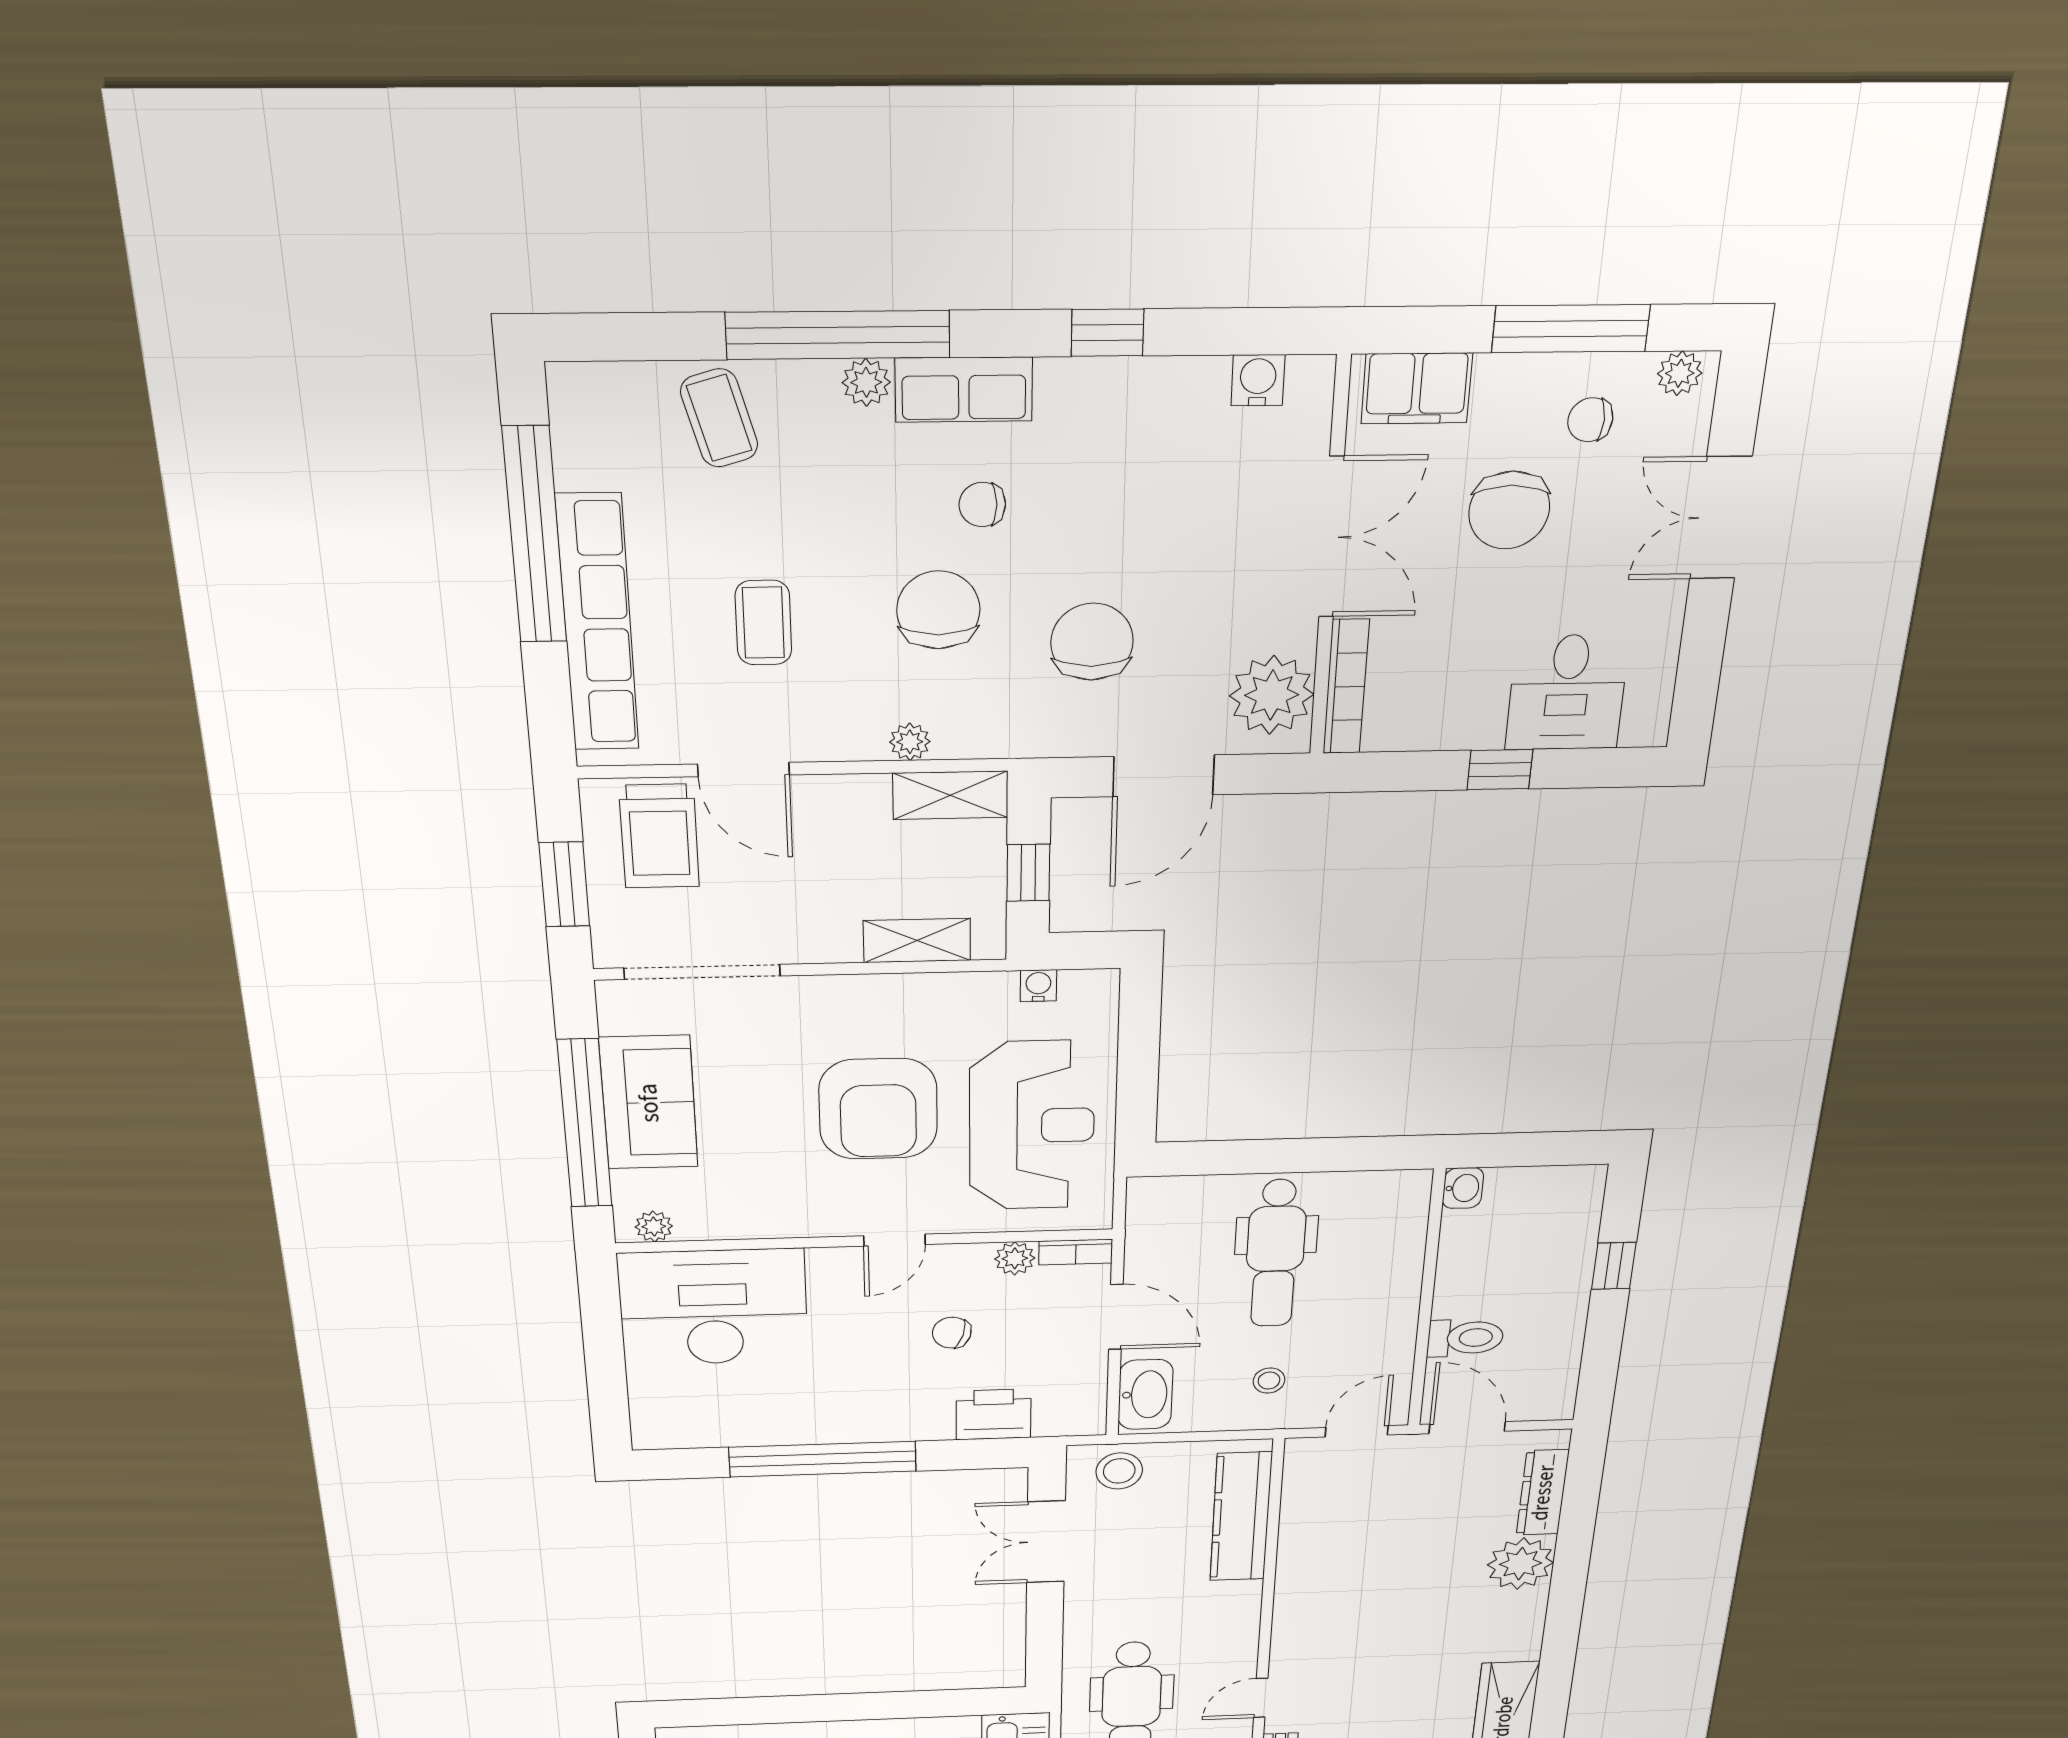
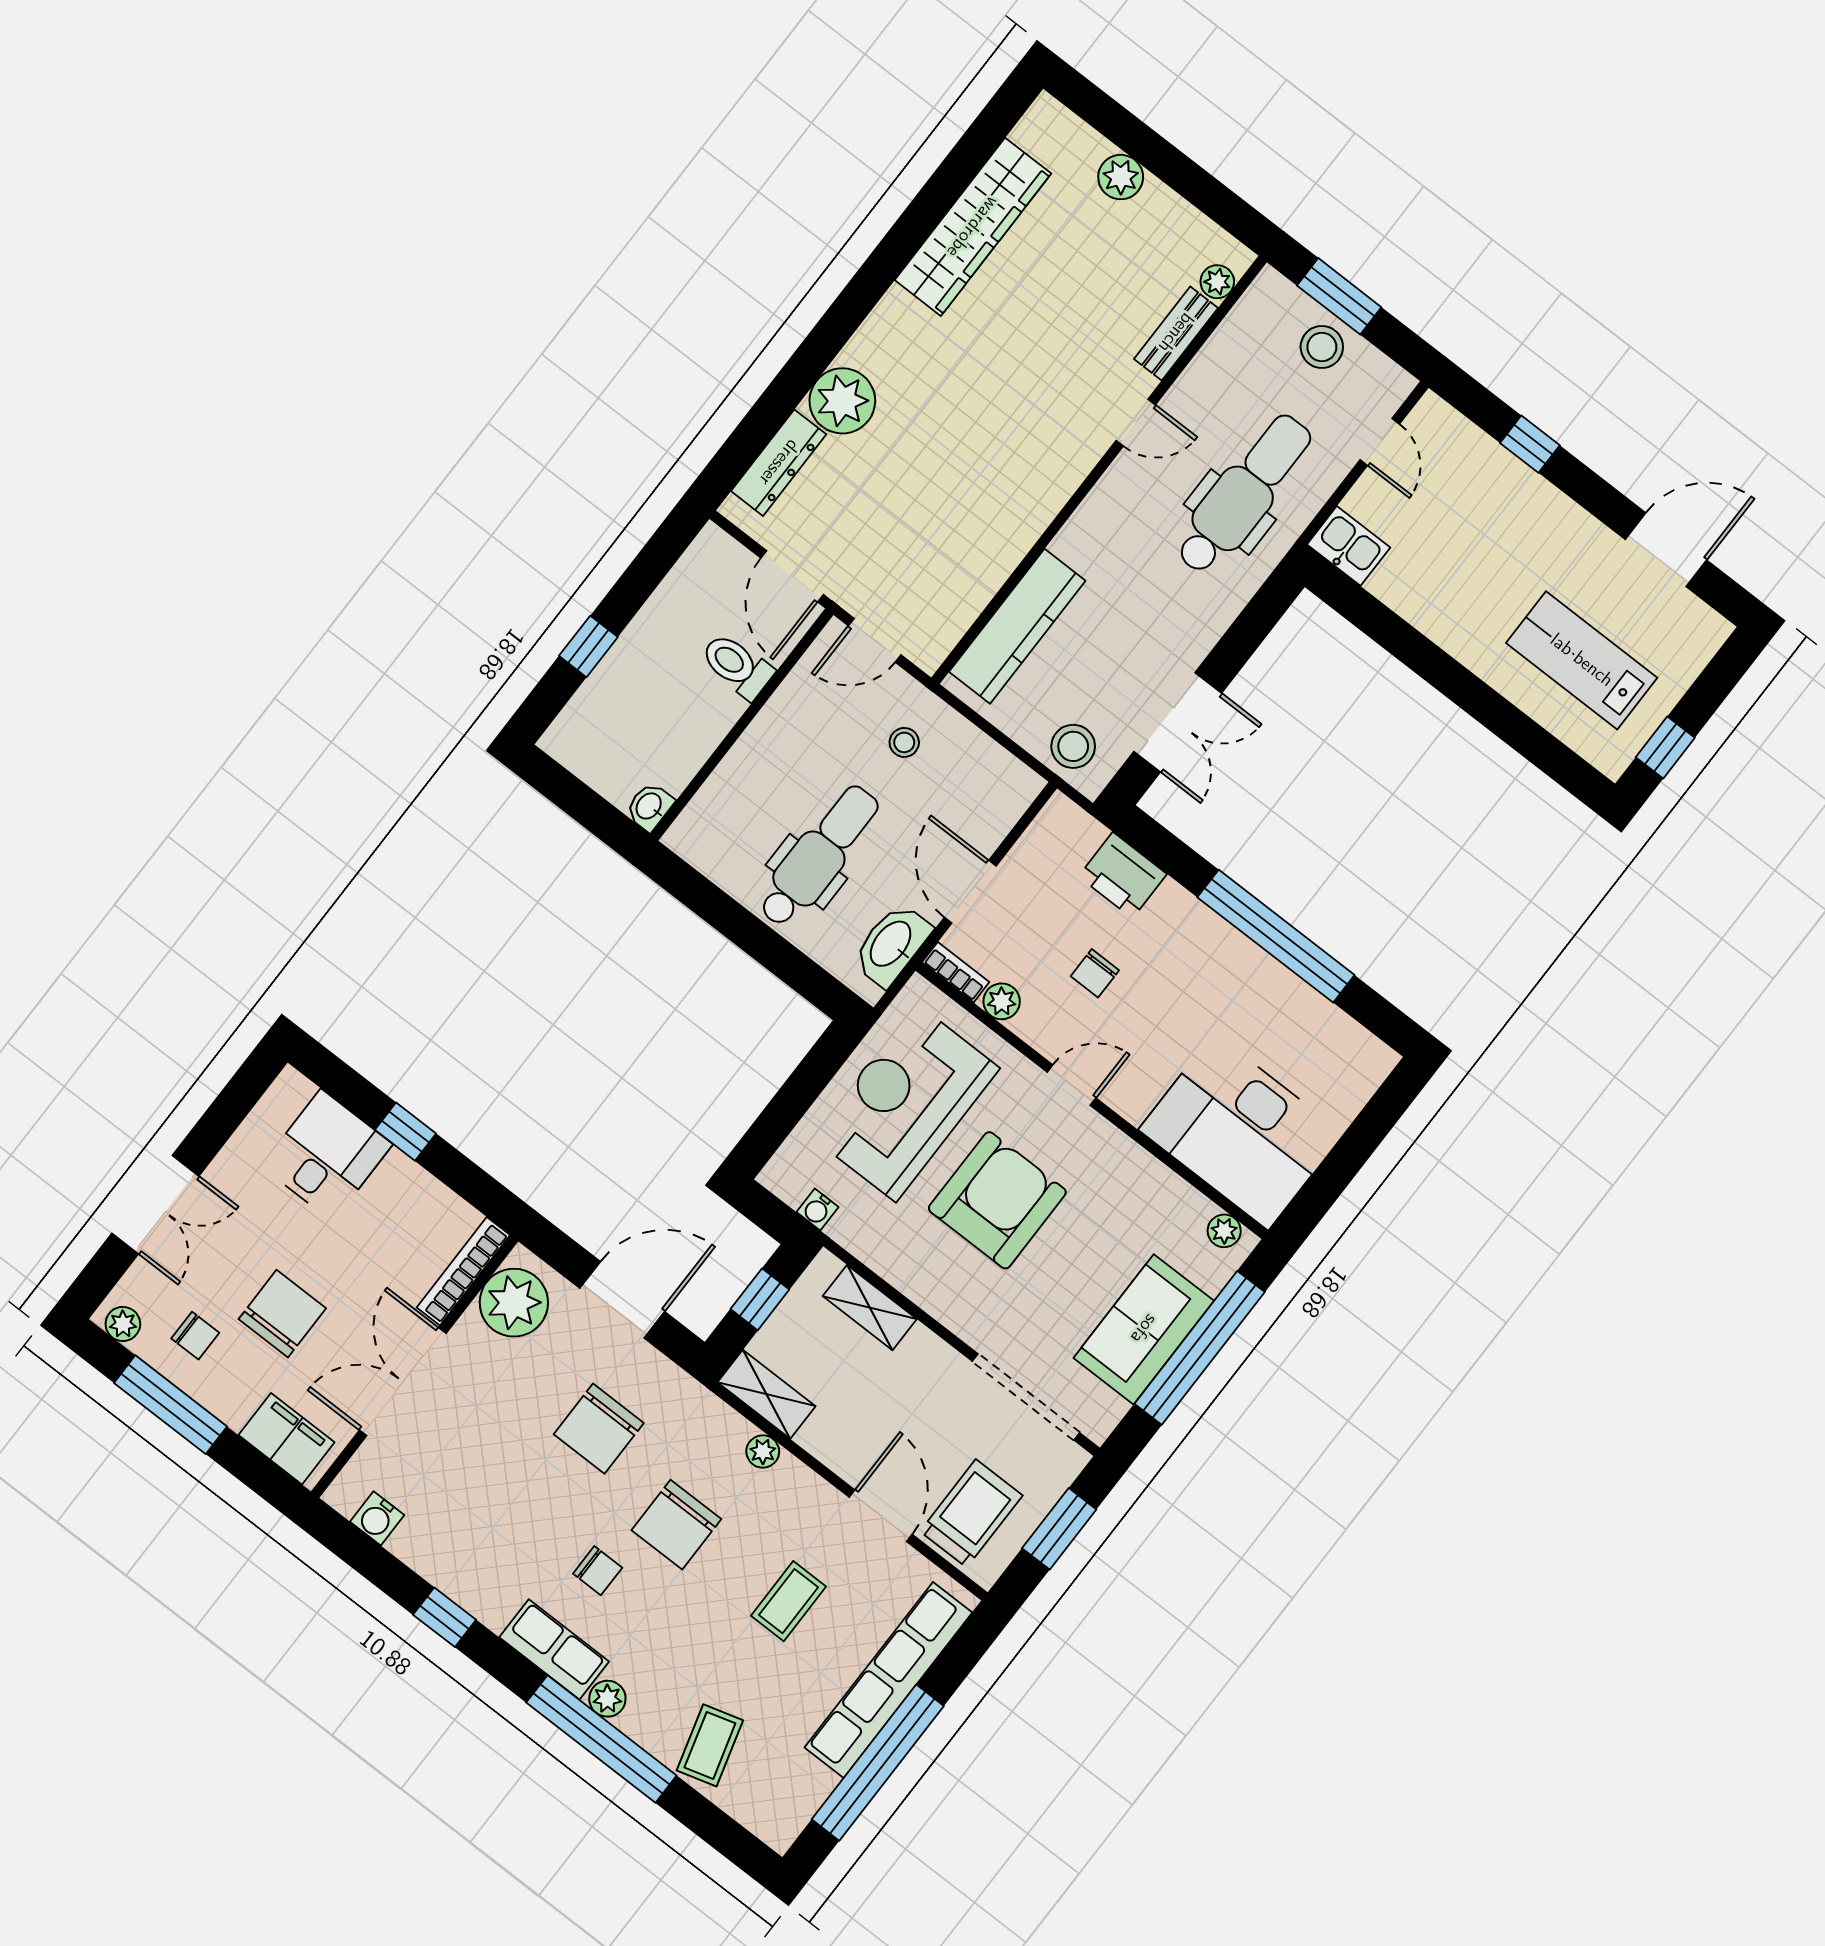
chair: (952, 1333) -> (1095, 973), turned 73
washbasin: (1145, 1395) -> (892, 945), moved

